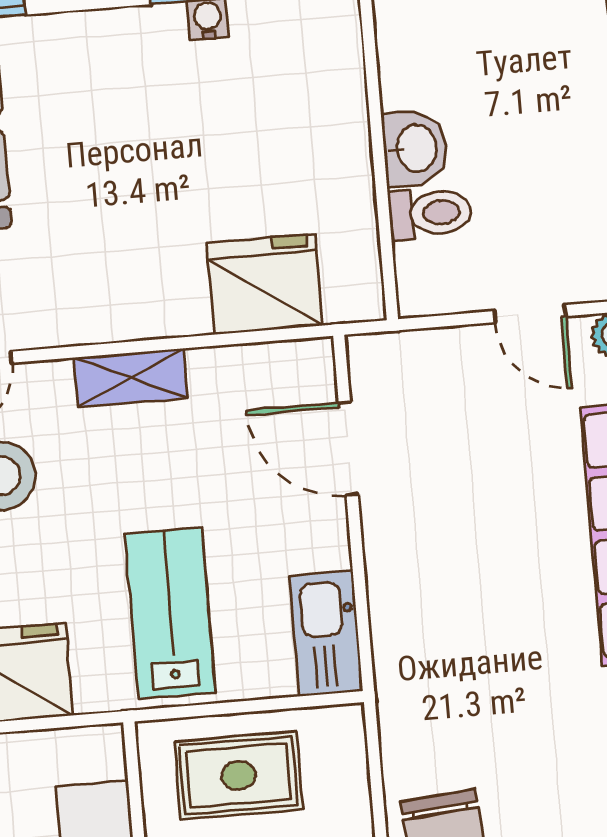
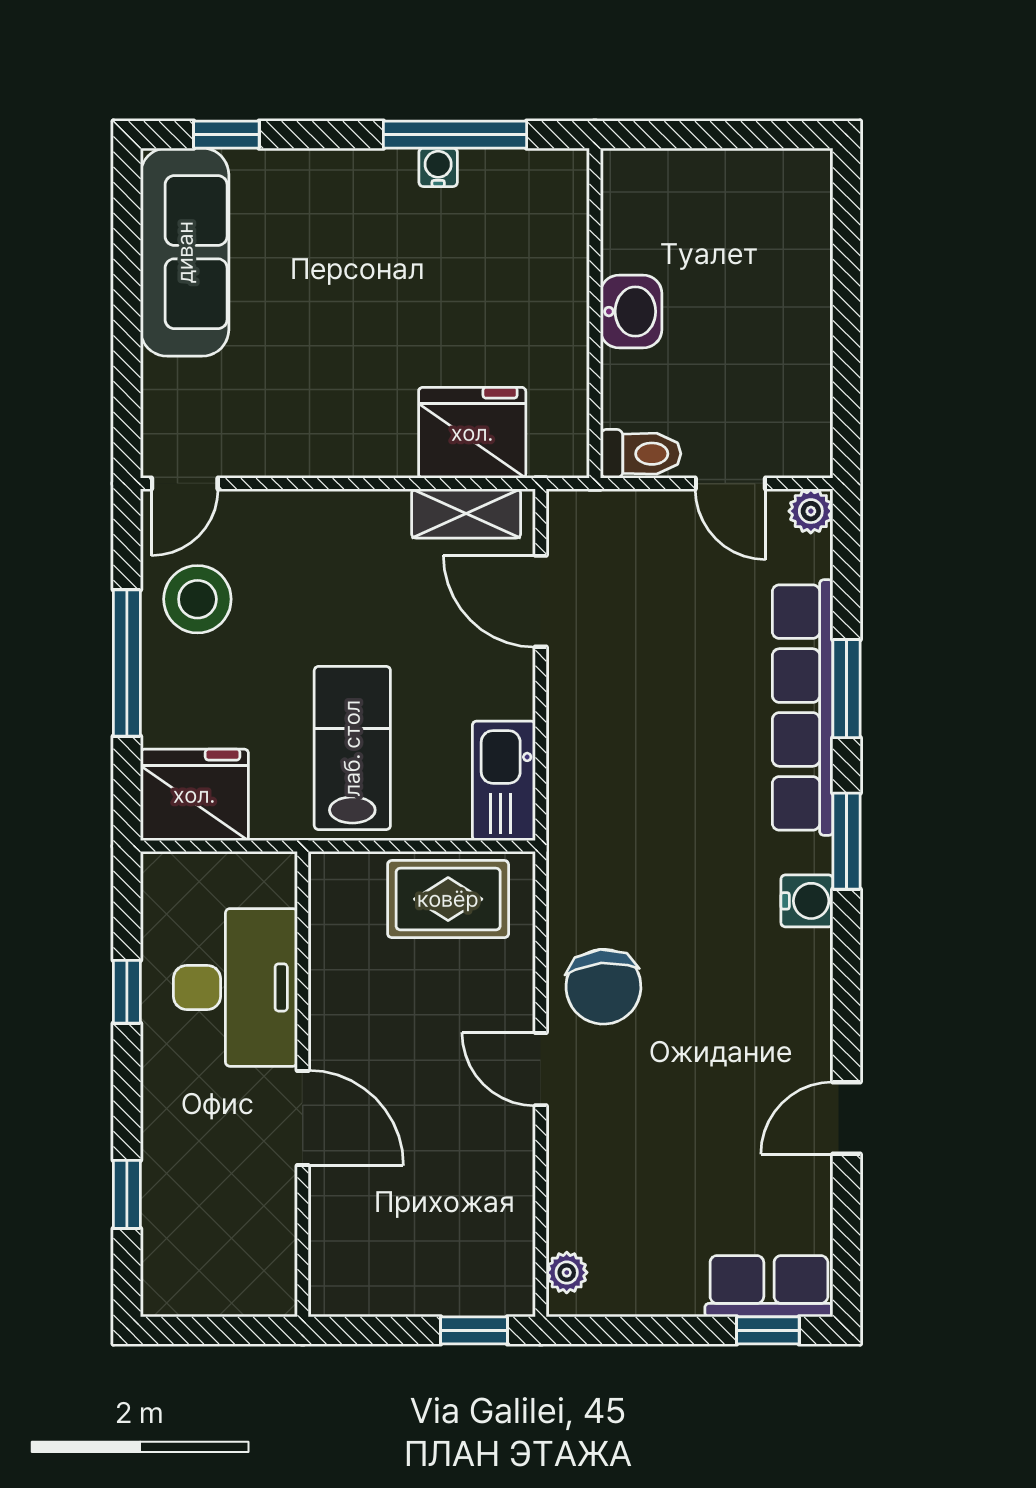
toilet: (430, 213) -> (641, 454), moved
shelving: (131, 378) -> (466, 514), moved
rug: (238, 776) -> (448, 899), moved

